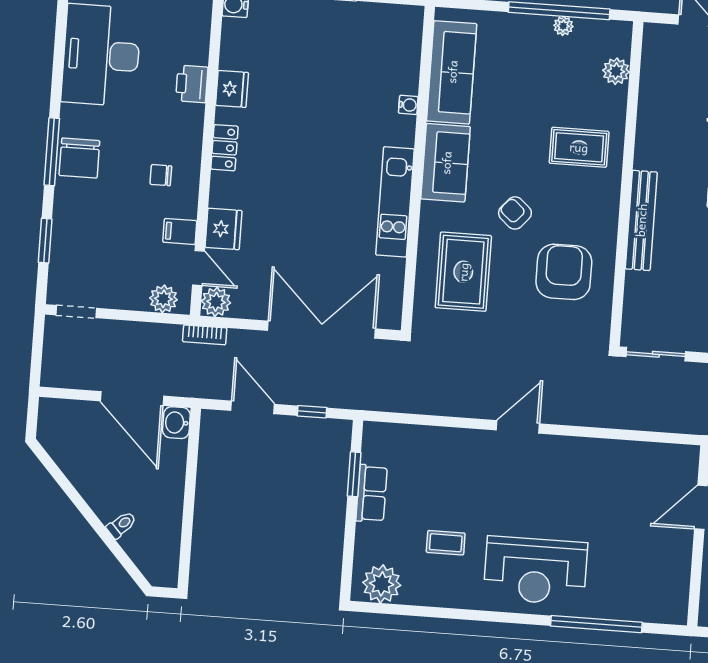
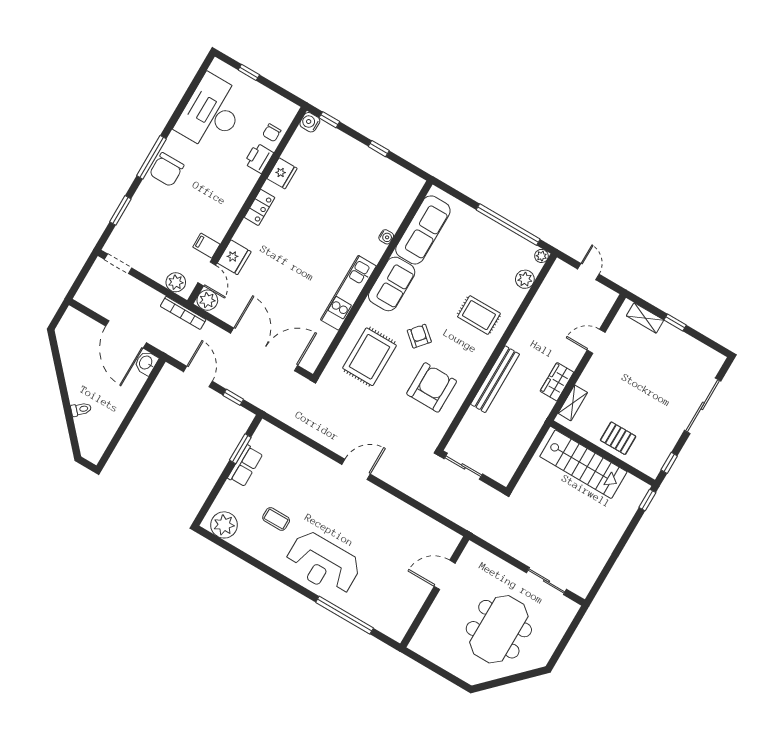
plant: (563, 26) -> (541, 256), moved
chair: (161, 175) -> (272, 133), moved, turned -90
bookcase: (205, 335) -> (183, 313), width x1.56

